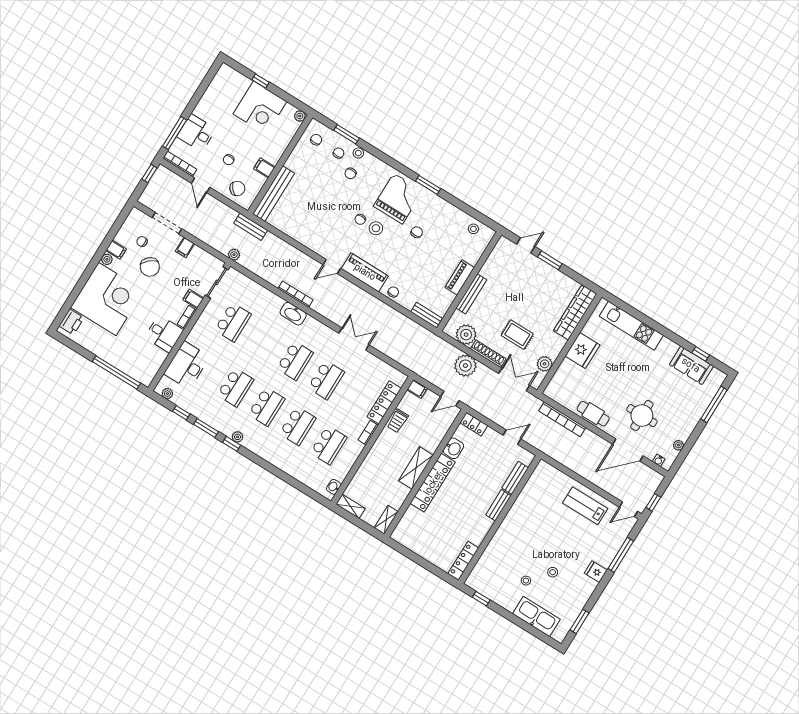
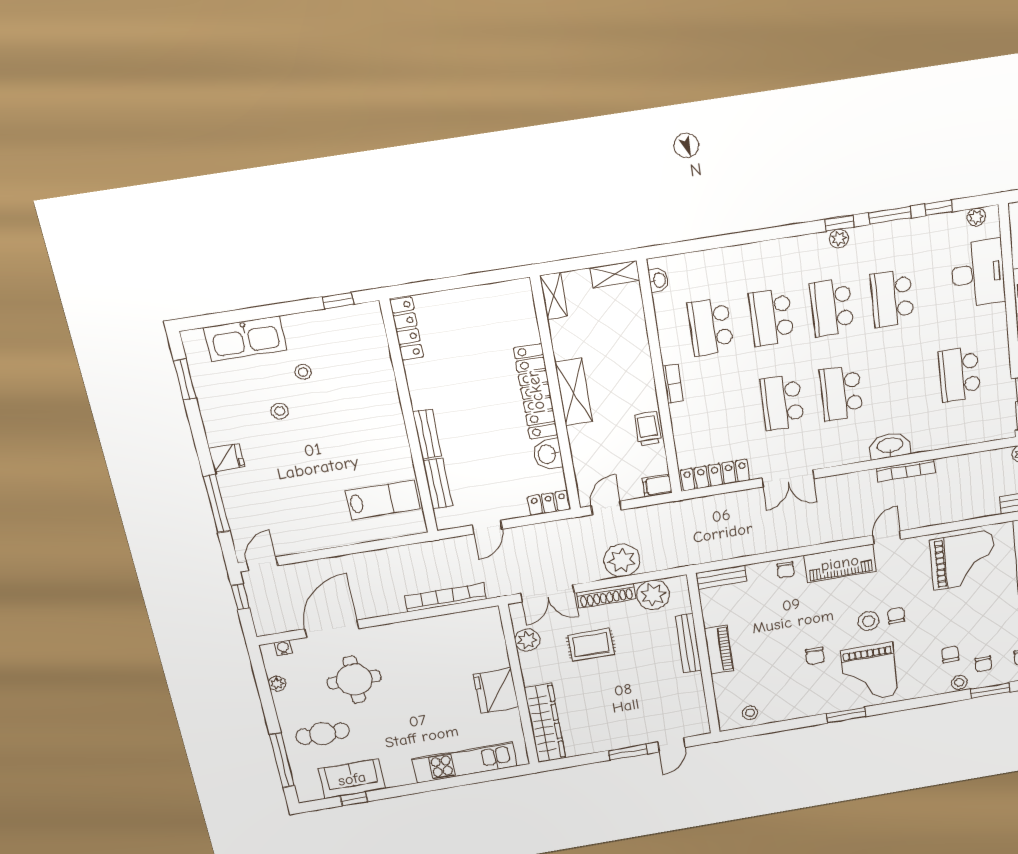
grand piano: (305, 221) -> (963, 560), added
locker: (384, 402) -> (715, 475), moved, turned -90
cafe table: (593, 414) -> (323, 734), moved
lab bench: (585, 506) -> (383, 500), moved

